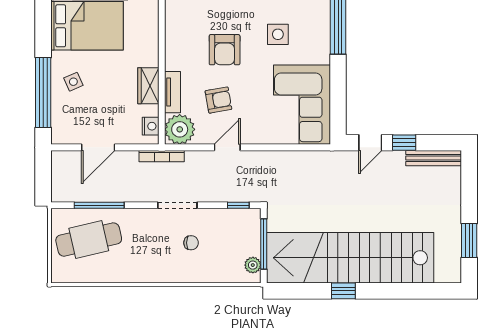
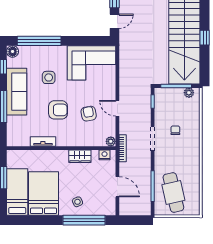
tv unit: (173, 92) -> (43, 142), moved
plant: (180, 129) -> (111, 141), width x0.53, depth x0.53
door: (370, 143) -> (114, 21), hinge flipped

